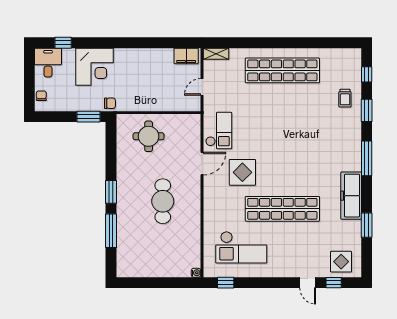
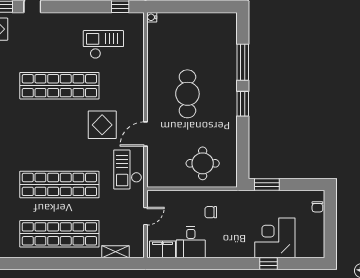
window: (63, 43) -> (268, 264), moved
shelving: (216, 54) -> (115, 252), moved
desk: (48, 63) -> (191, 242), moved
corner desk: (95, 67) -> (275, 238), moved
chair: (110, 103) -> (211, 212), moved
shop shelf: (282, 117) -> (59, 184), added
checkout: (241, 247) -> (103, 44), width x0.73, depth x0.83

